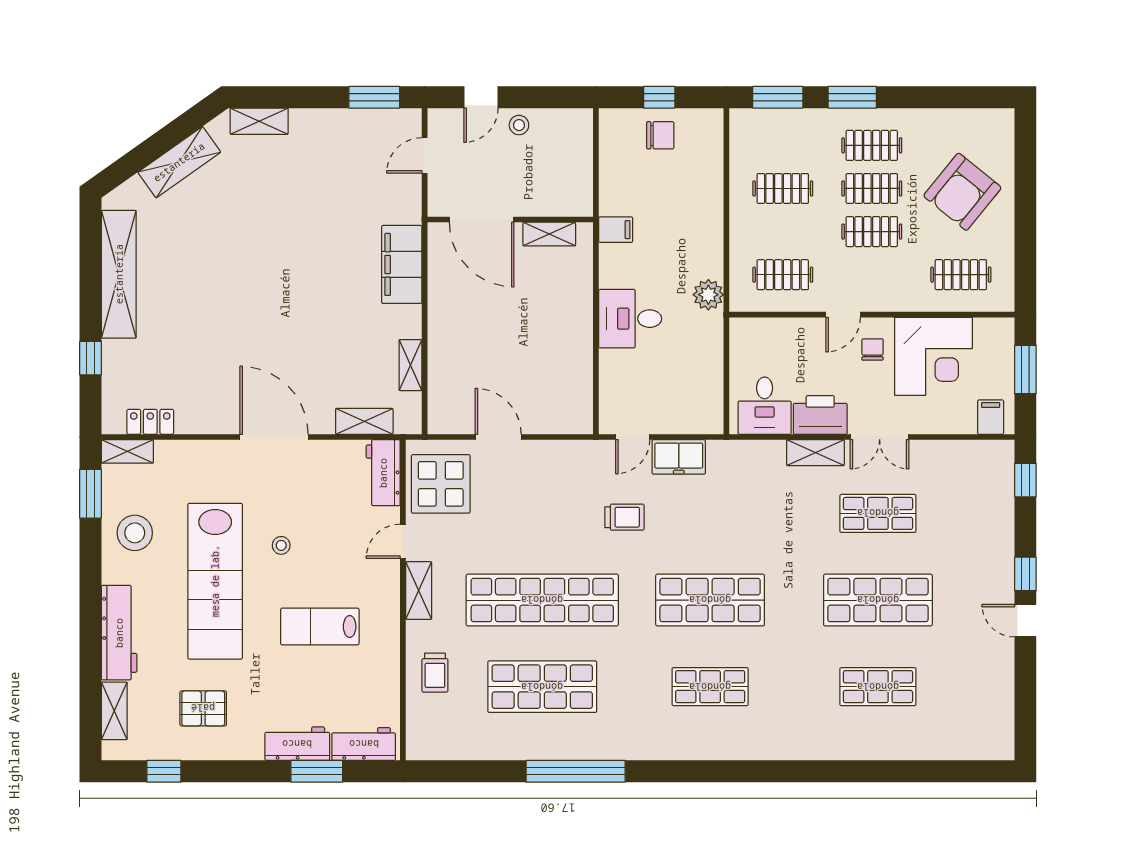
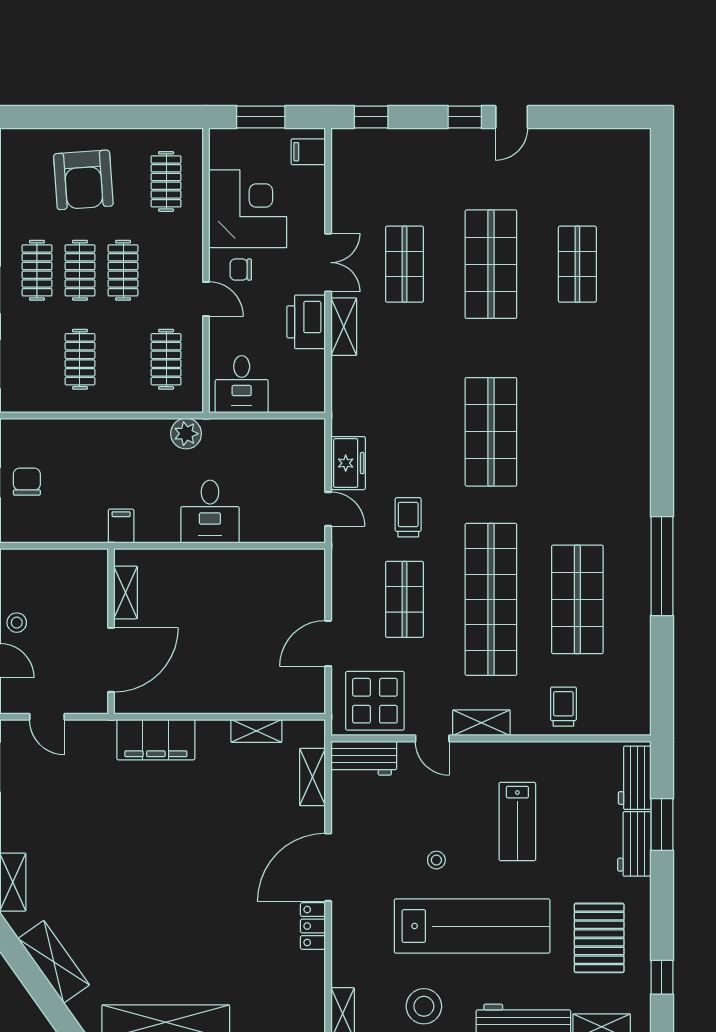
armchair: (962, 192) -> (83, 180), turned 47
desk: (765, 406) -> (242, 384), moved, turned 90
locker: (150, 422) -> (313, 926), moved
trolley: (435, 673) -> (563, 707), turned -90
shop shelf: (710, 687) -> (404, 599), moved
pallet: (203, 708) -> (599, 938), width x1.50, depth x1.42

